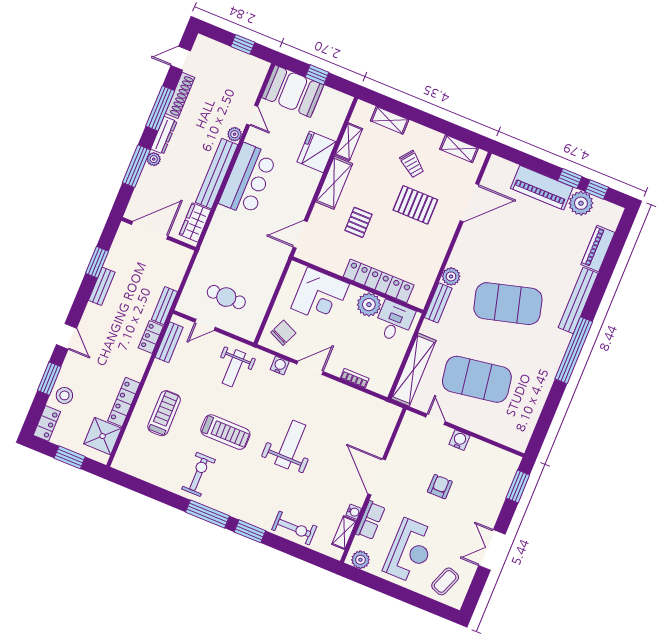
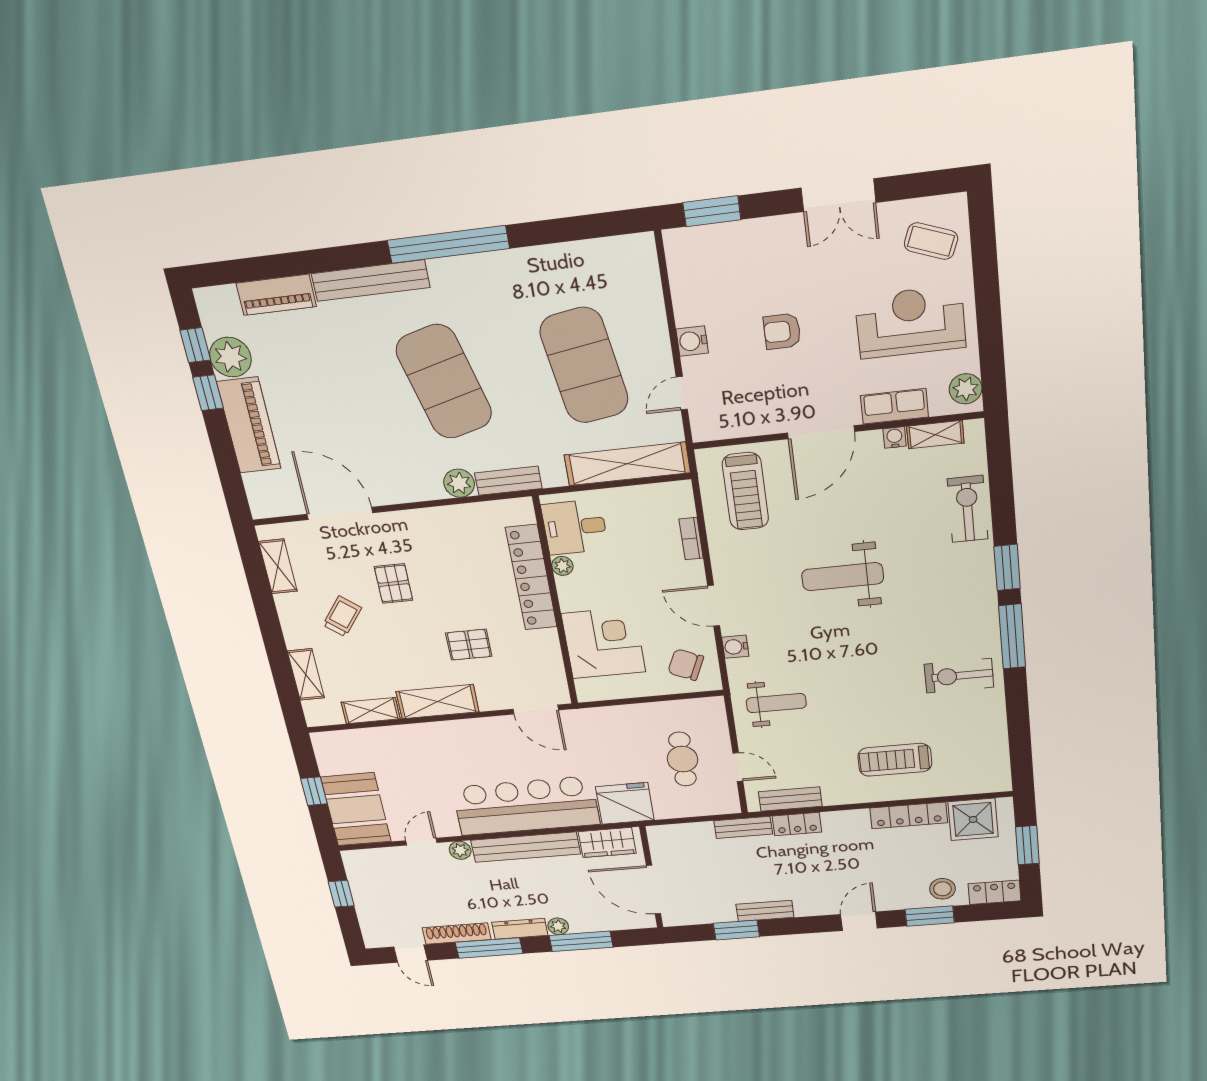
fridge: (316, 152) -> (625, 803), moved, turned 180
bar counter: (248, 180) -> (526, 806), width x1.36
pallet: (415, 205) -> (393, 583), width x0.67, depth x0.71
plant: (369, 305) -> (562, 566), width x0.53, depth x0.53
treadmill: (225, 432) -> (745, 491), moved, turned 180

